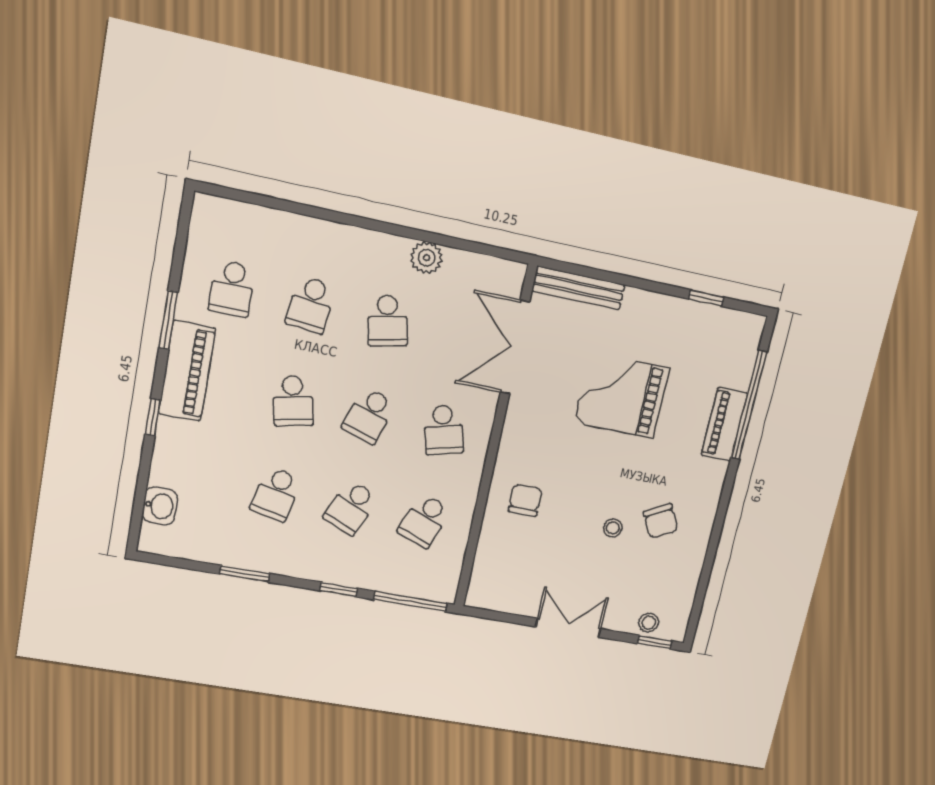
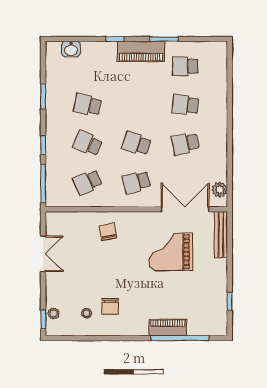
plant: (427, 258) -> (220, 190), moved
grand piano: (622, 395) -> (171, 252), moved, turned -90
school desk: (293, 401) -> (136, 105), removed
chair: (525, 500) -> (108, 232), turned -100
school desk: (425, 521) -> (88, 182), turned -45
chair: (661, 521) -> (110, 306), turned -62
stool: (613, 528) -> (87, 313), moved
double door: (568, 628) -> (43, 254), moved

